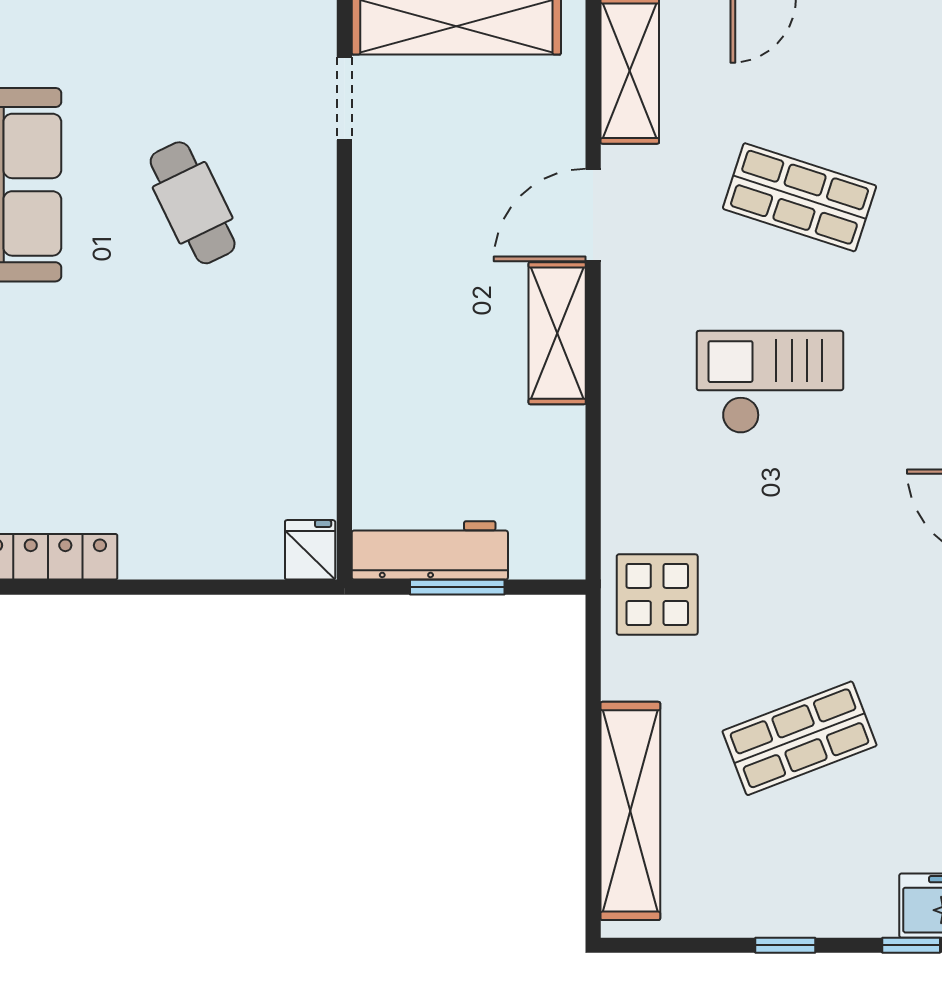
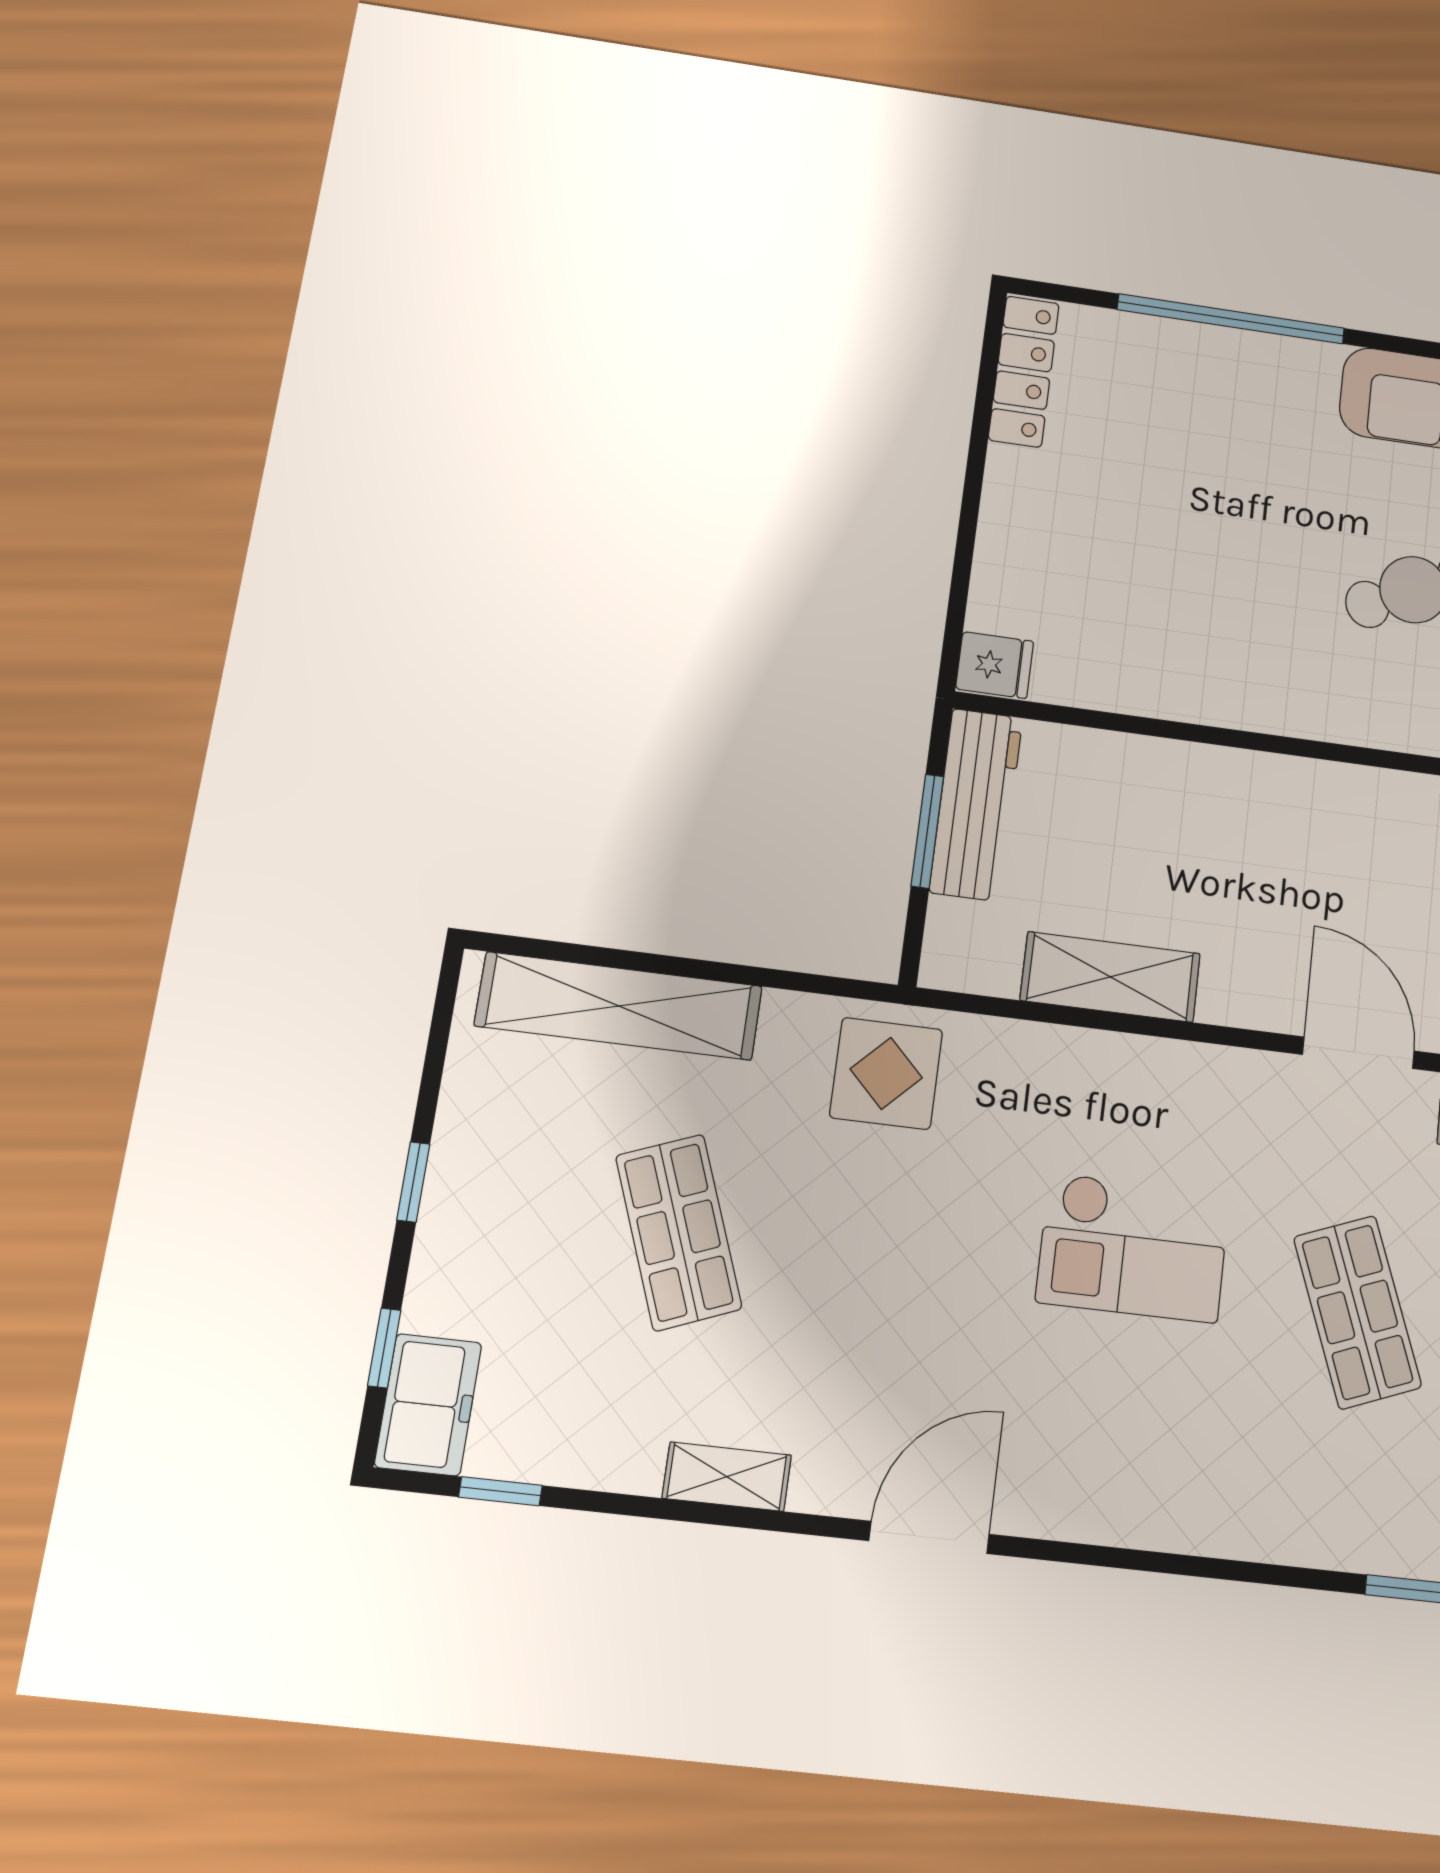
shop shelf: (800, 197) -> (1357, 1312), turned -39
shelving: (557, 333) -> (1110, 977), moved
checkout: (770, 382) -> (1133, 1247), turned 90

